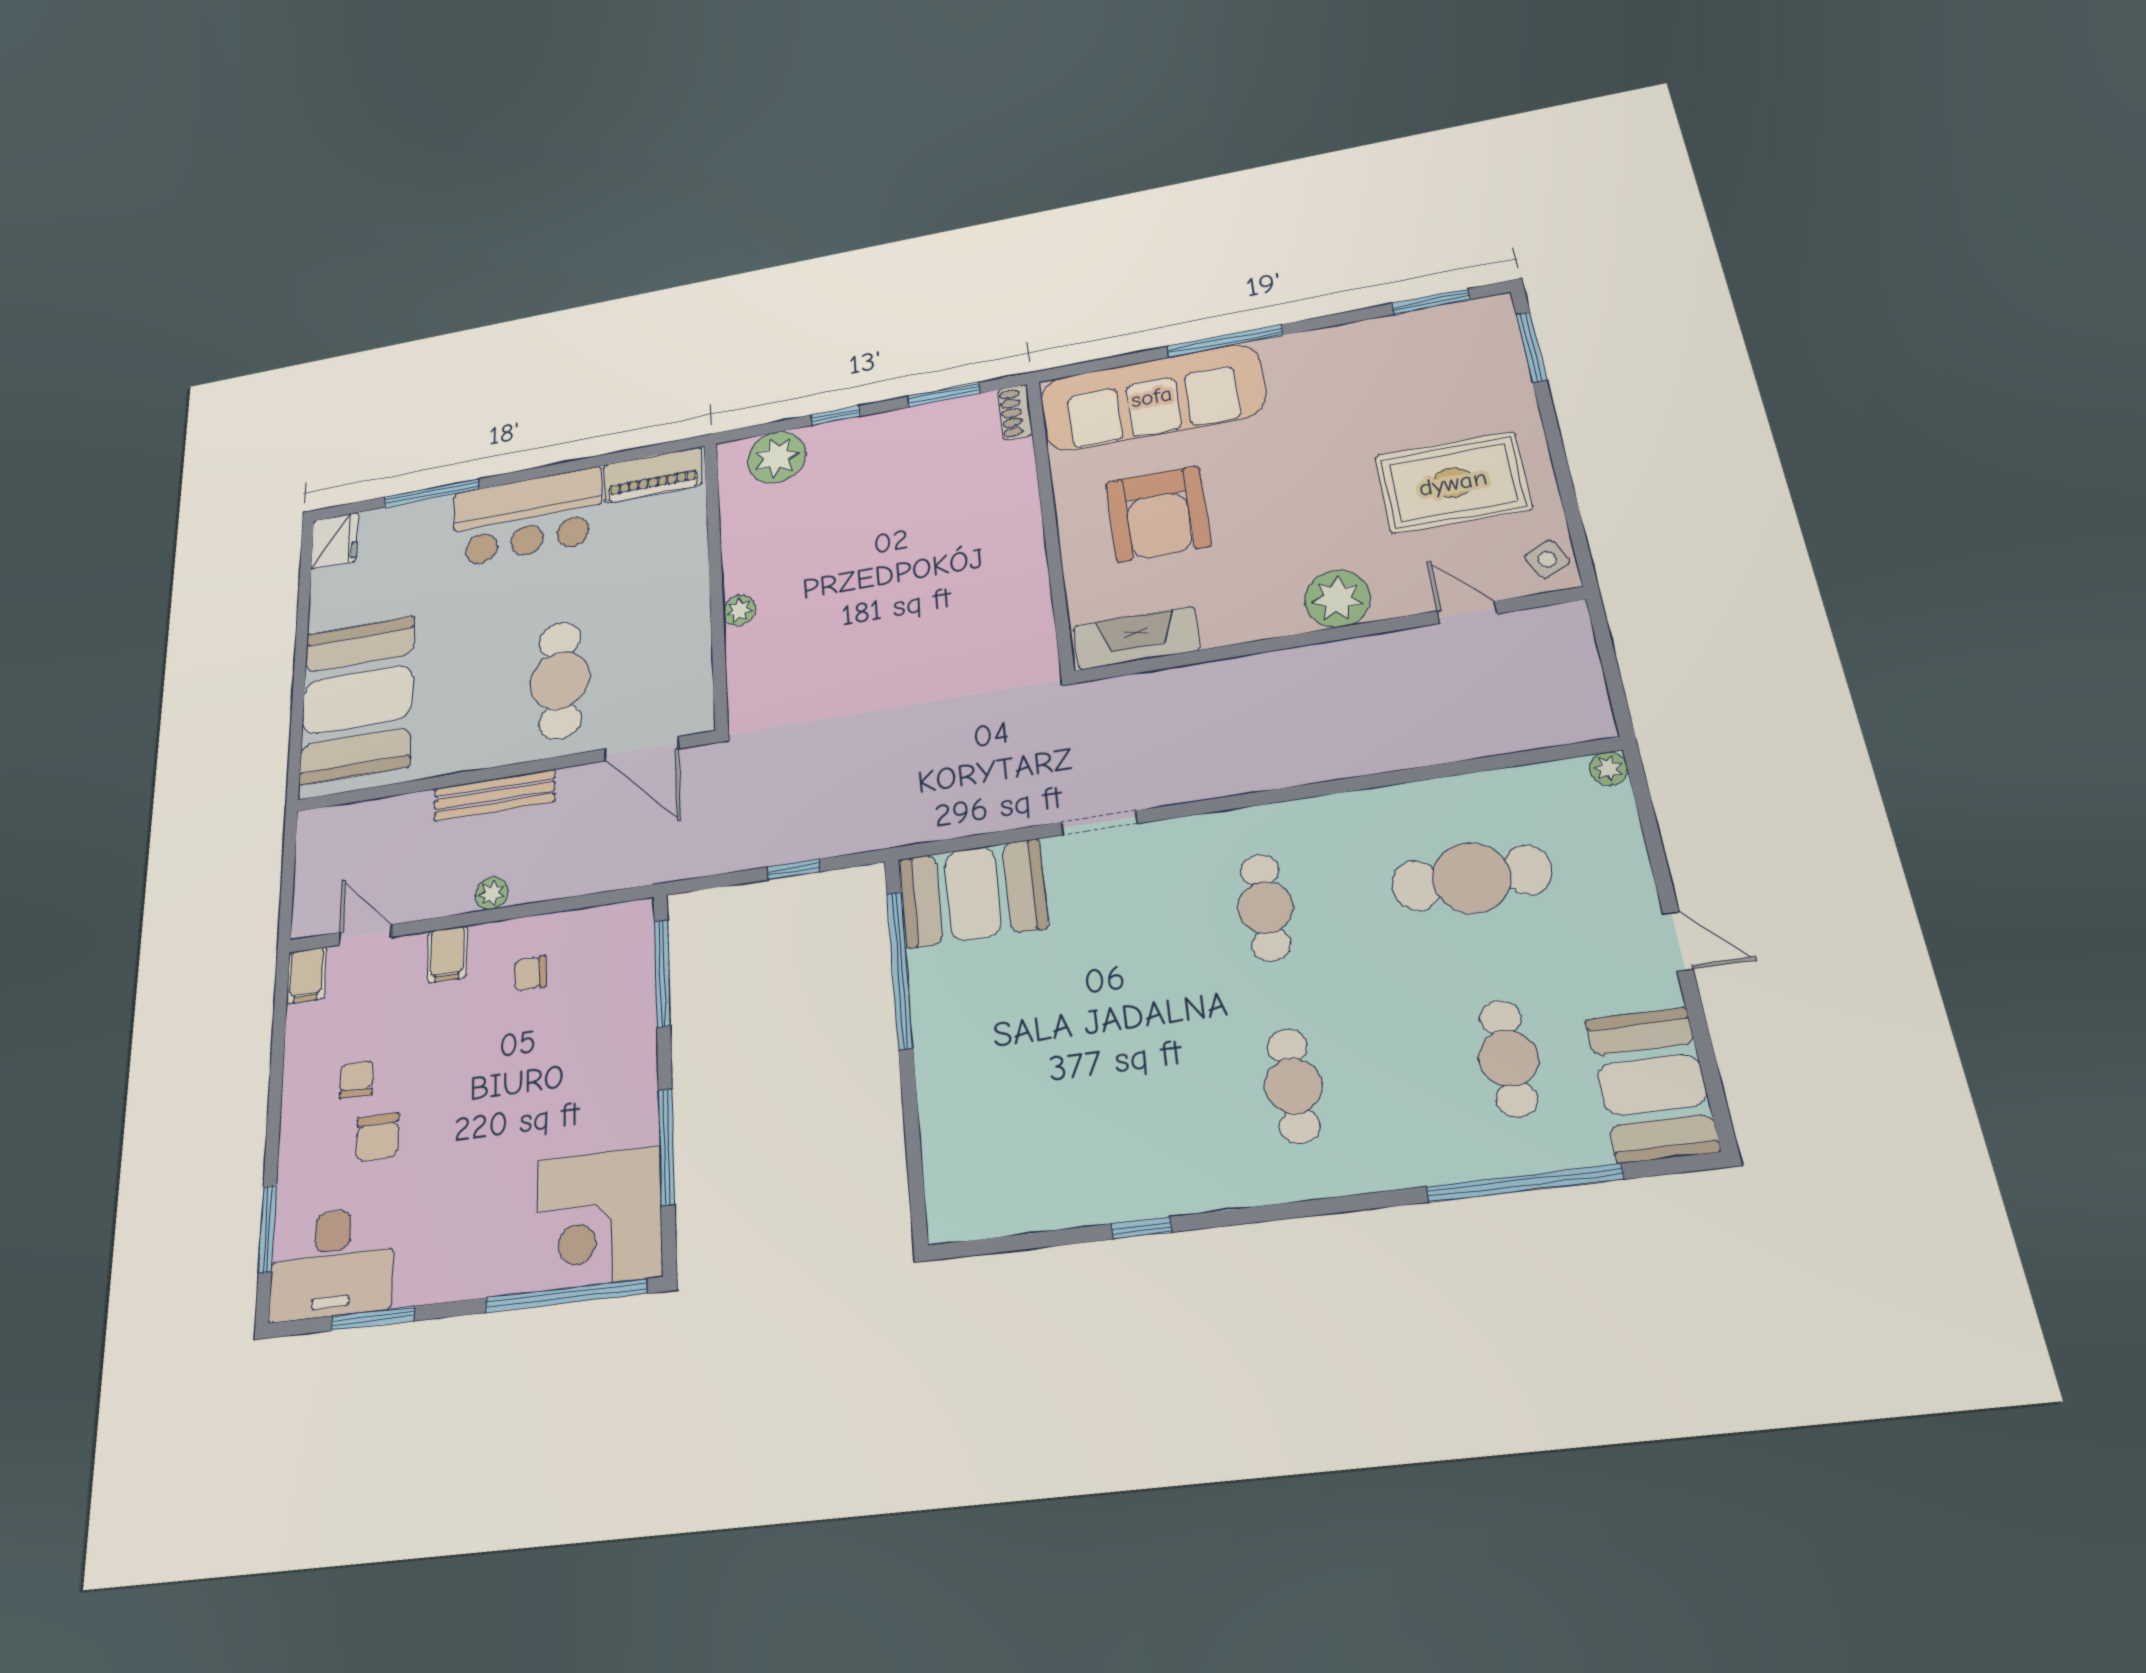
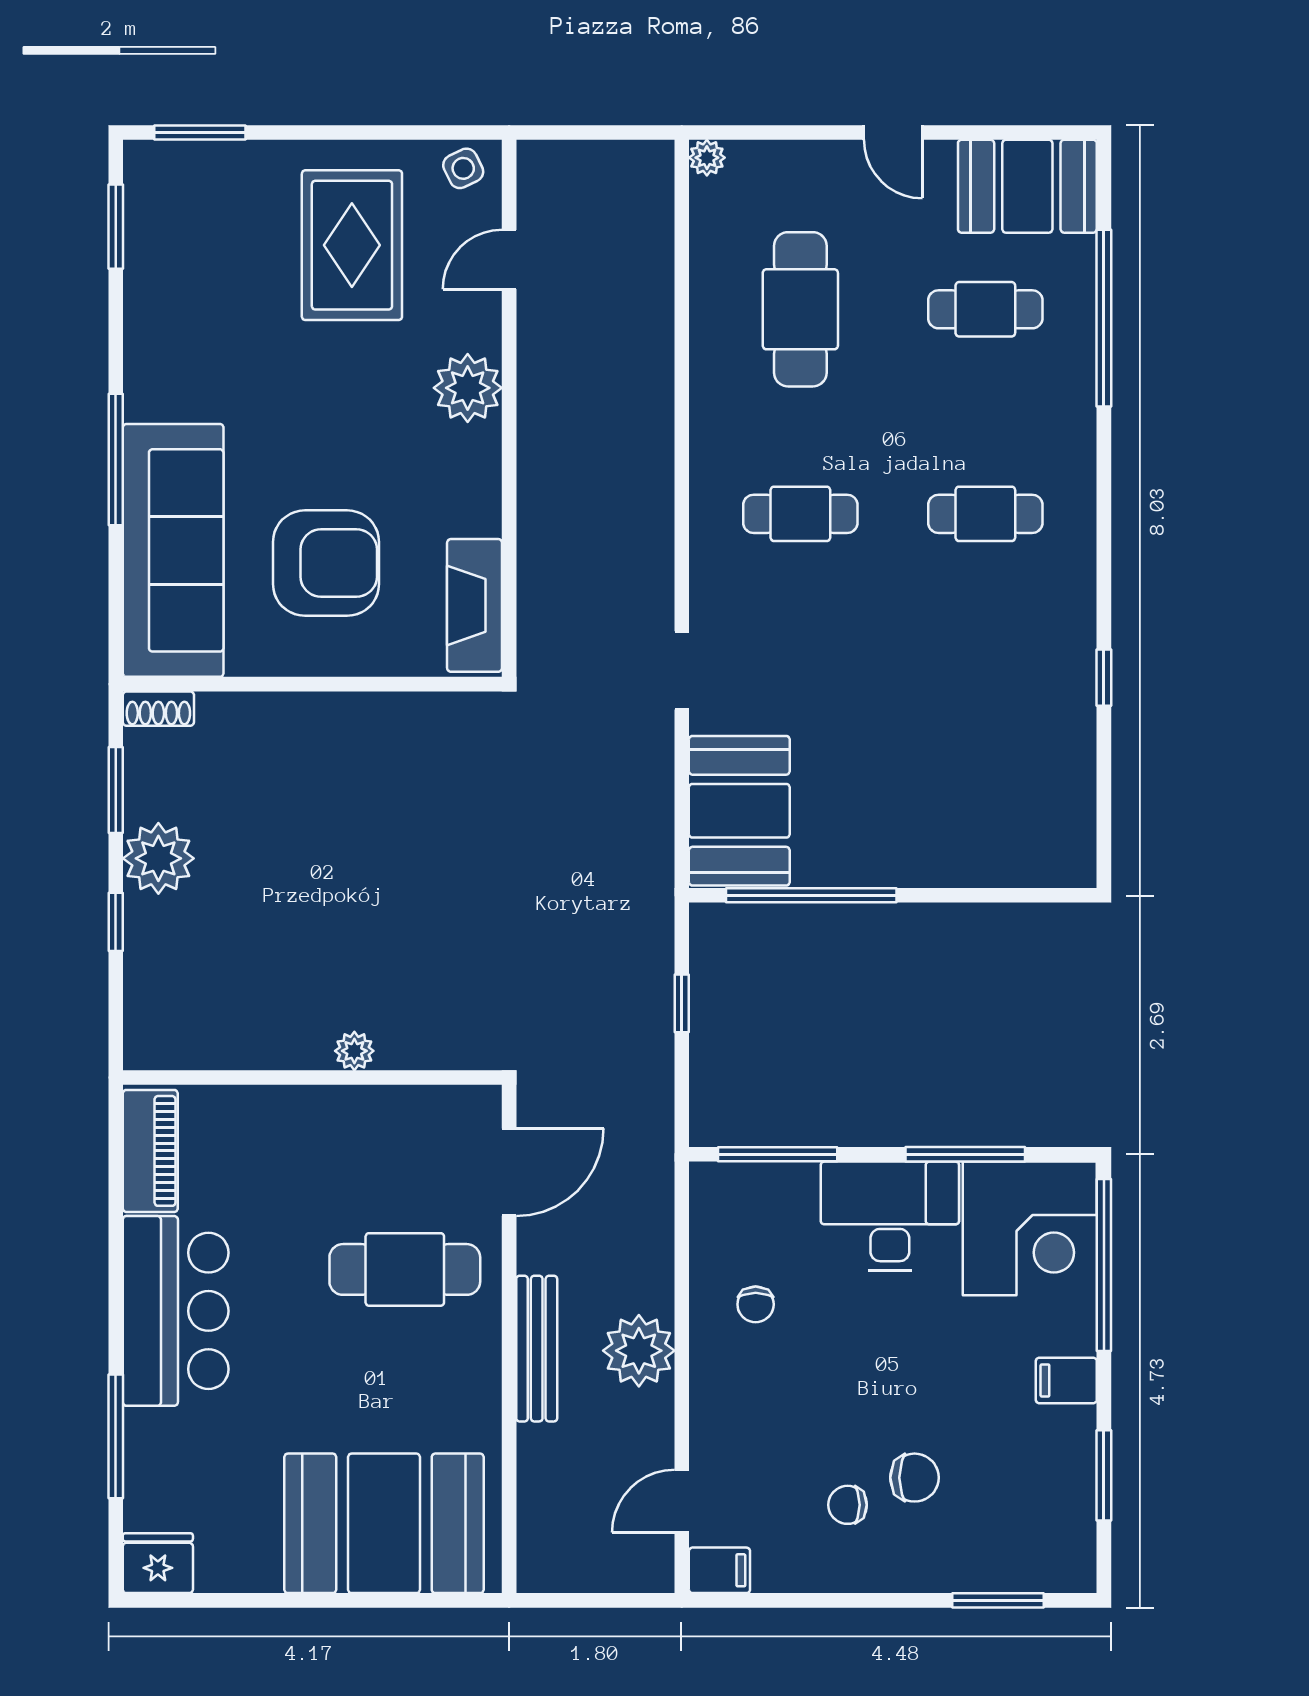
plant: (777, 457) -> (158, 858), moved
plant: (492, 893) -> (639, 1351), width x1.88, depth x1.88
door: (1678, 941) -> (893, 132), swing flipped
filing cabinet: (447, 954) -> (1066, 1380), moved, turned 180
desk: (332, 1263) -> (890, 1216), moved, turned -90

